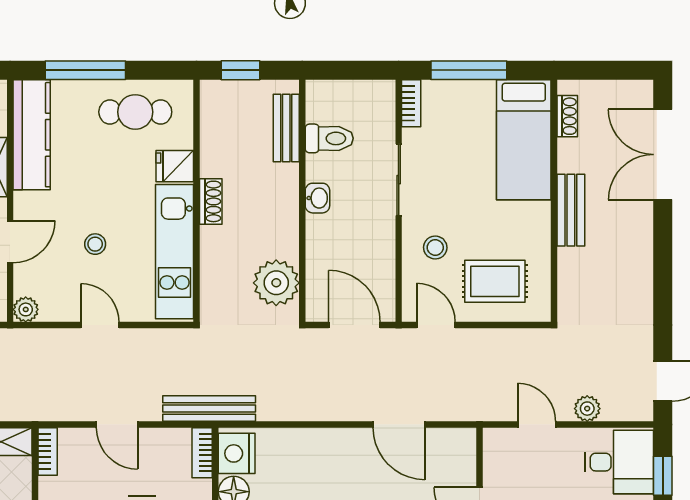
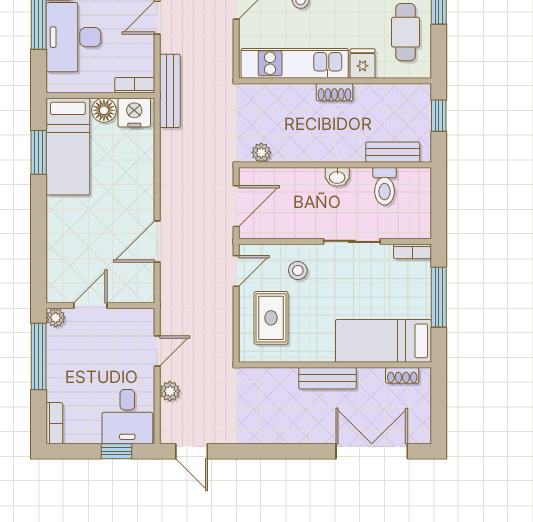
plant: (276, 283) -> (261, 153), width x0.53, depth x0.53

